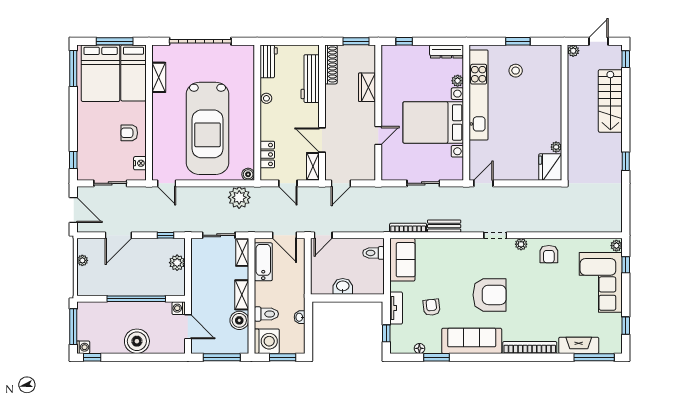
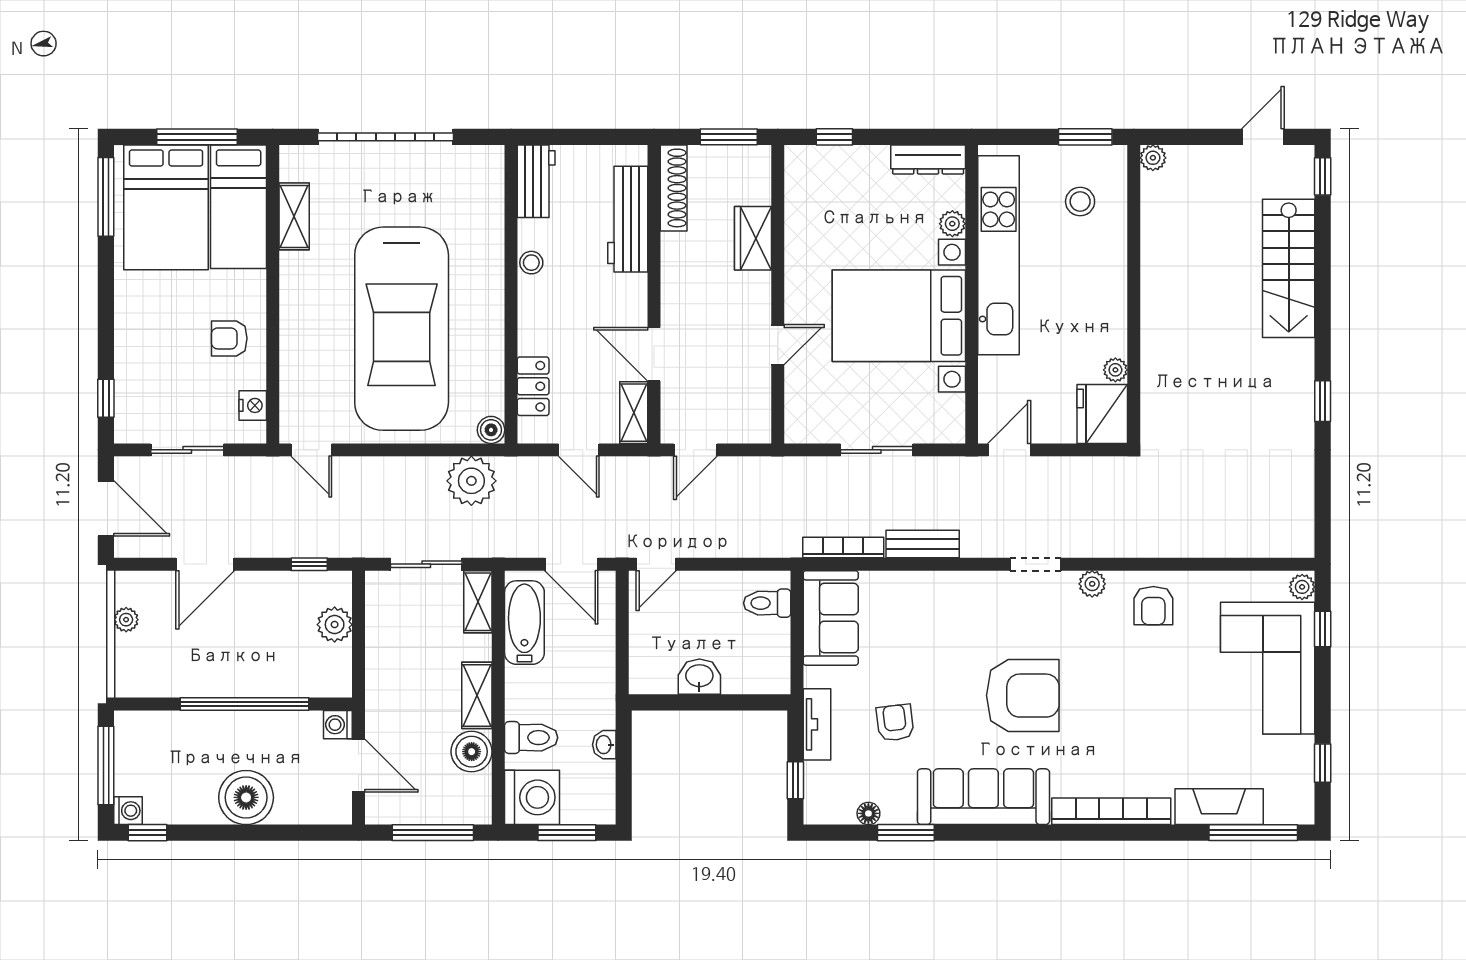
plant: (573, 51) -> (1153, 158), moved
wall: (564, 113) -> (1134, 294), moved
plant: (556, 147) -> (1115, 370), moved
fridge: (550, 167) -> (1102, 414), moved

